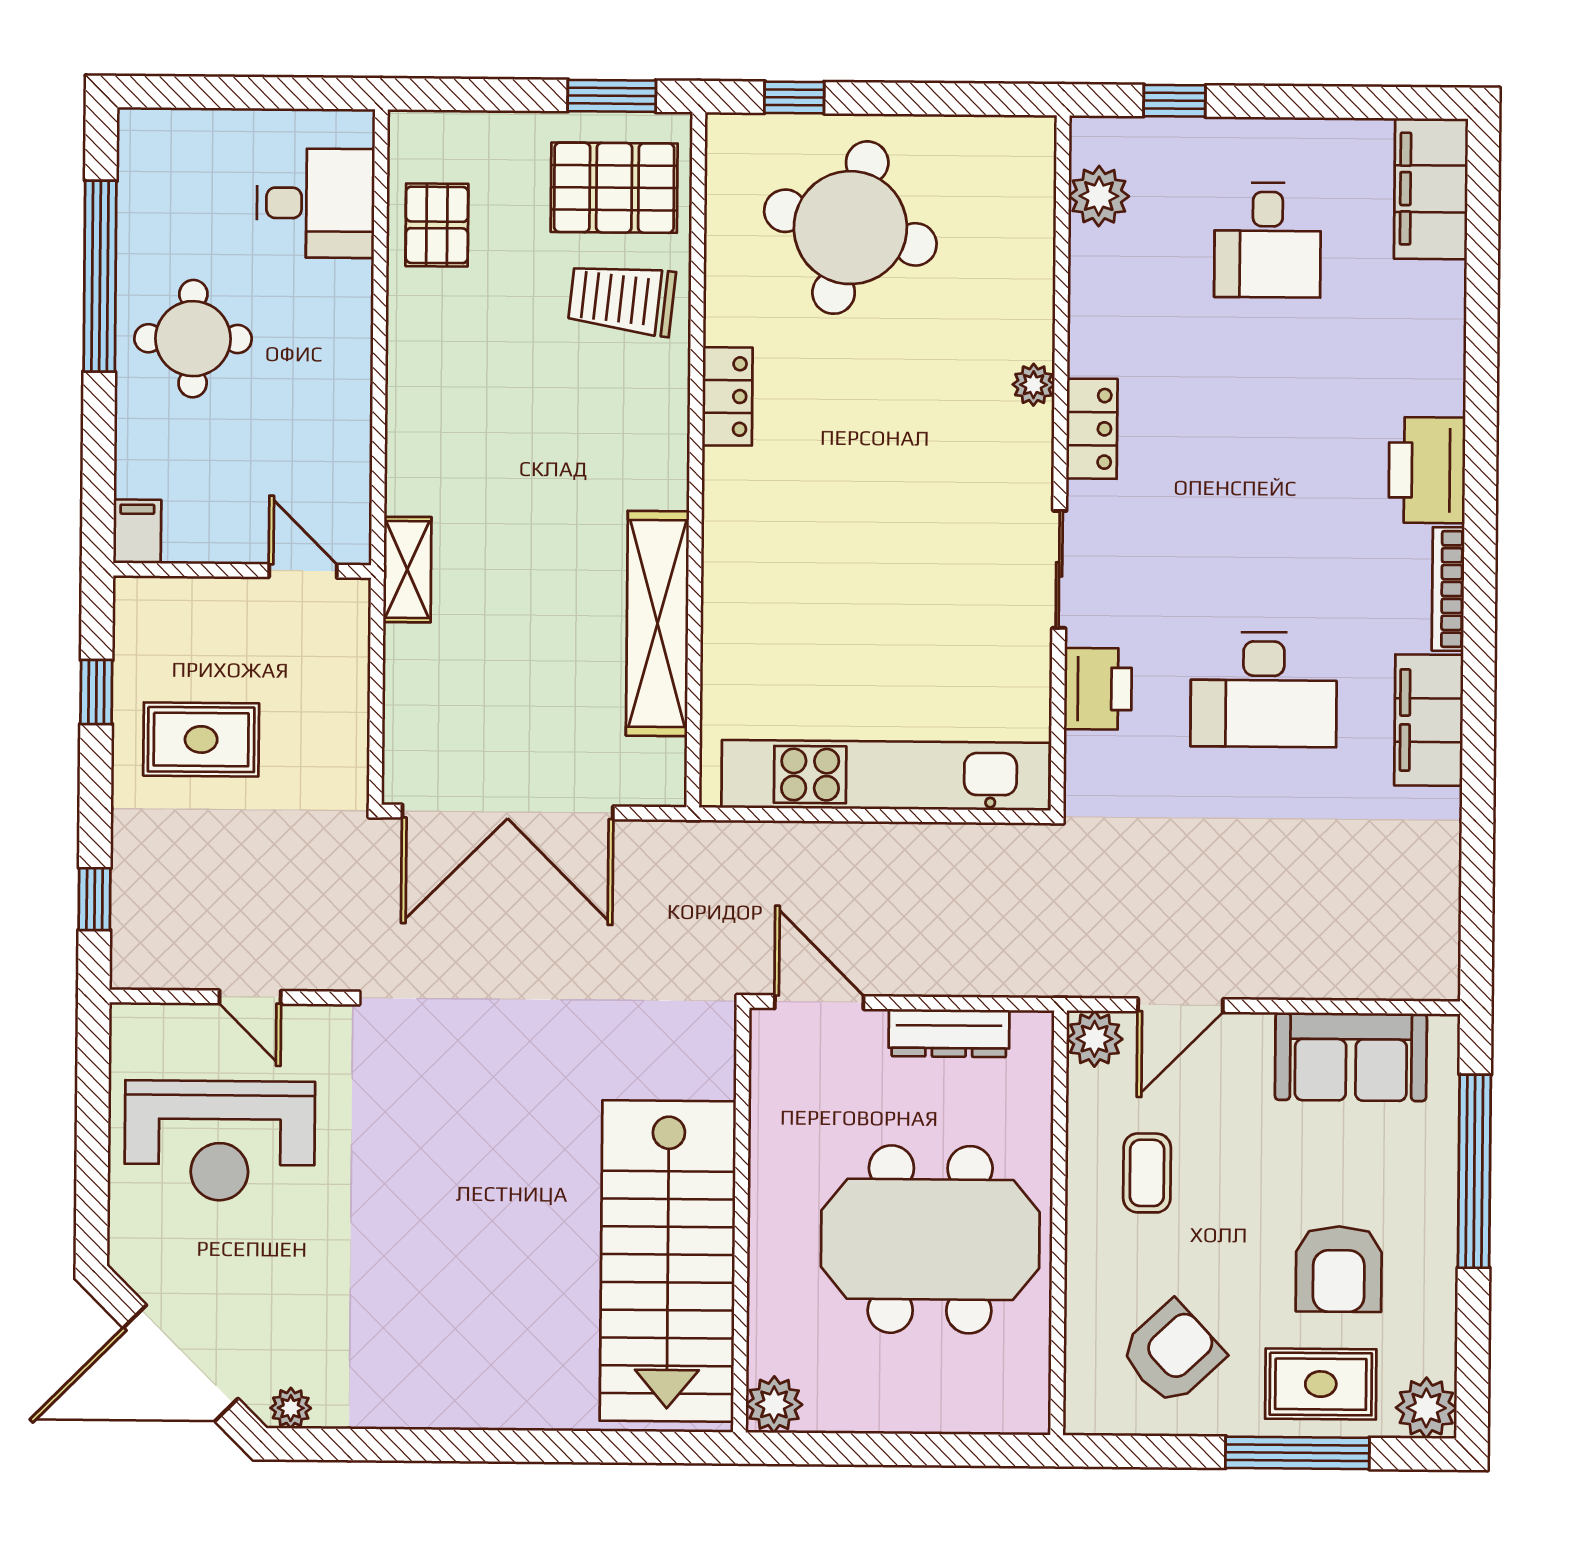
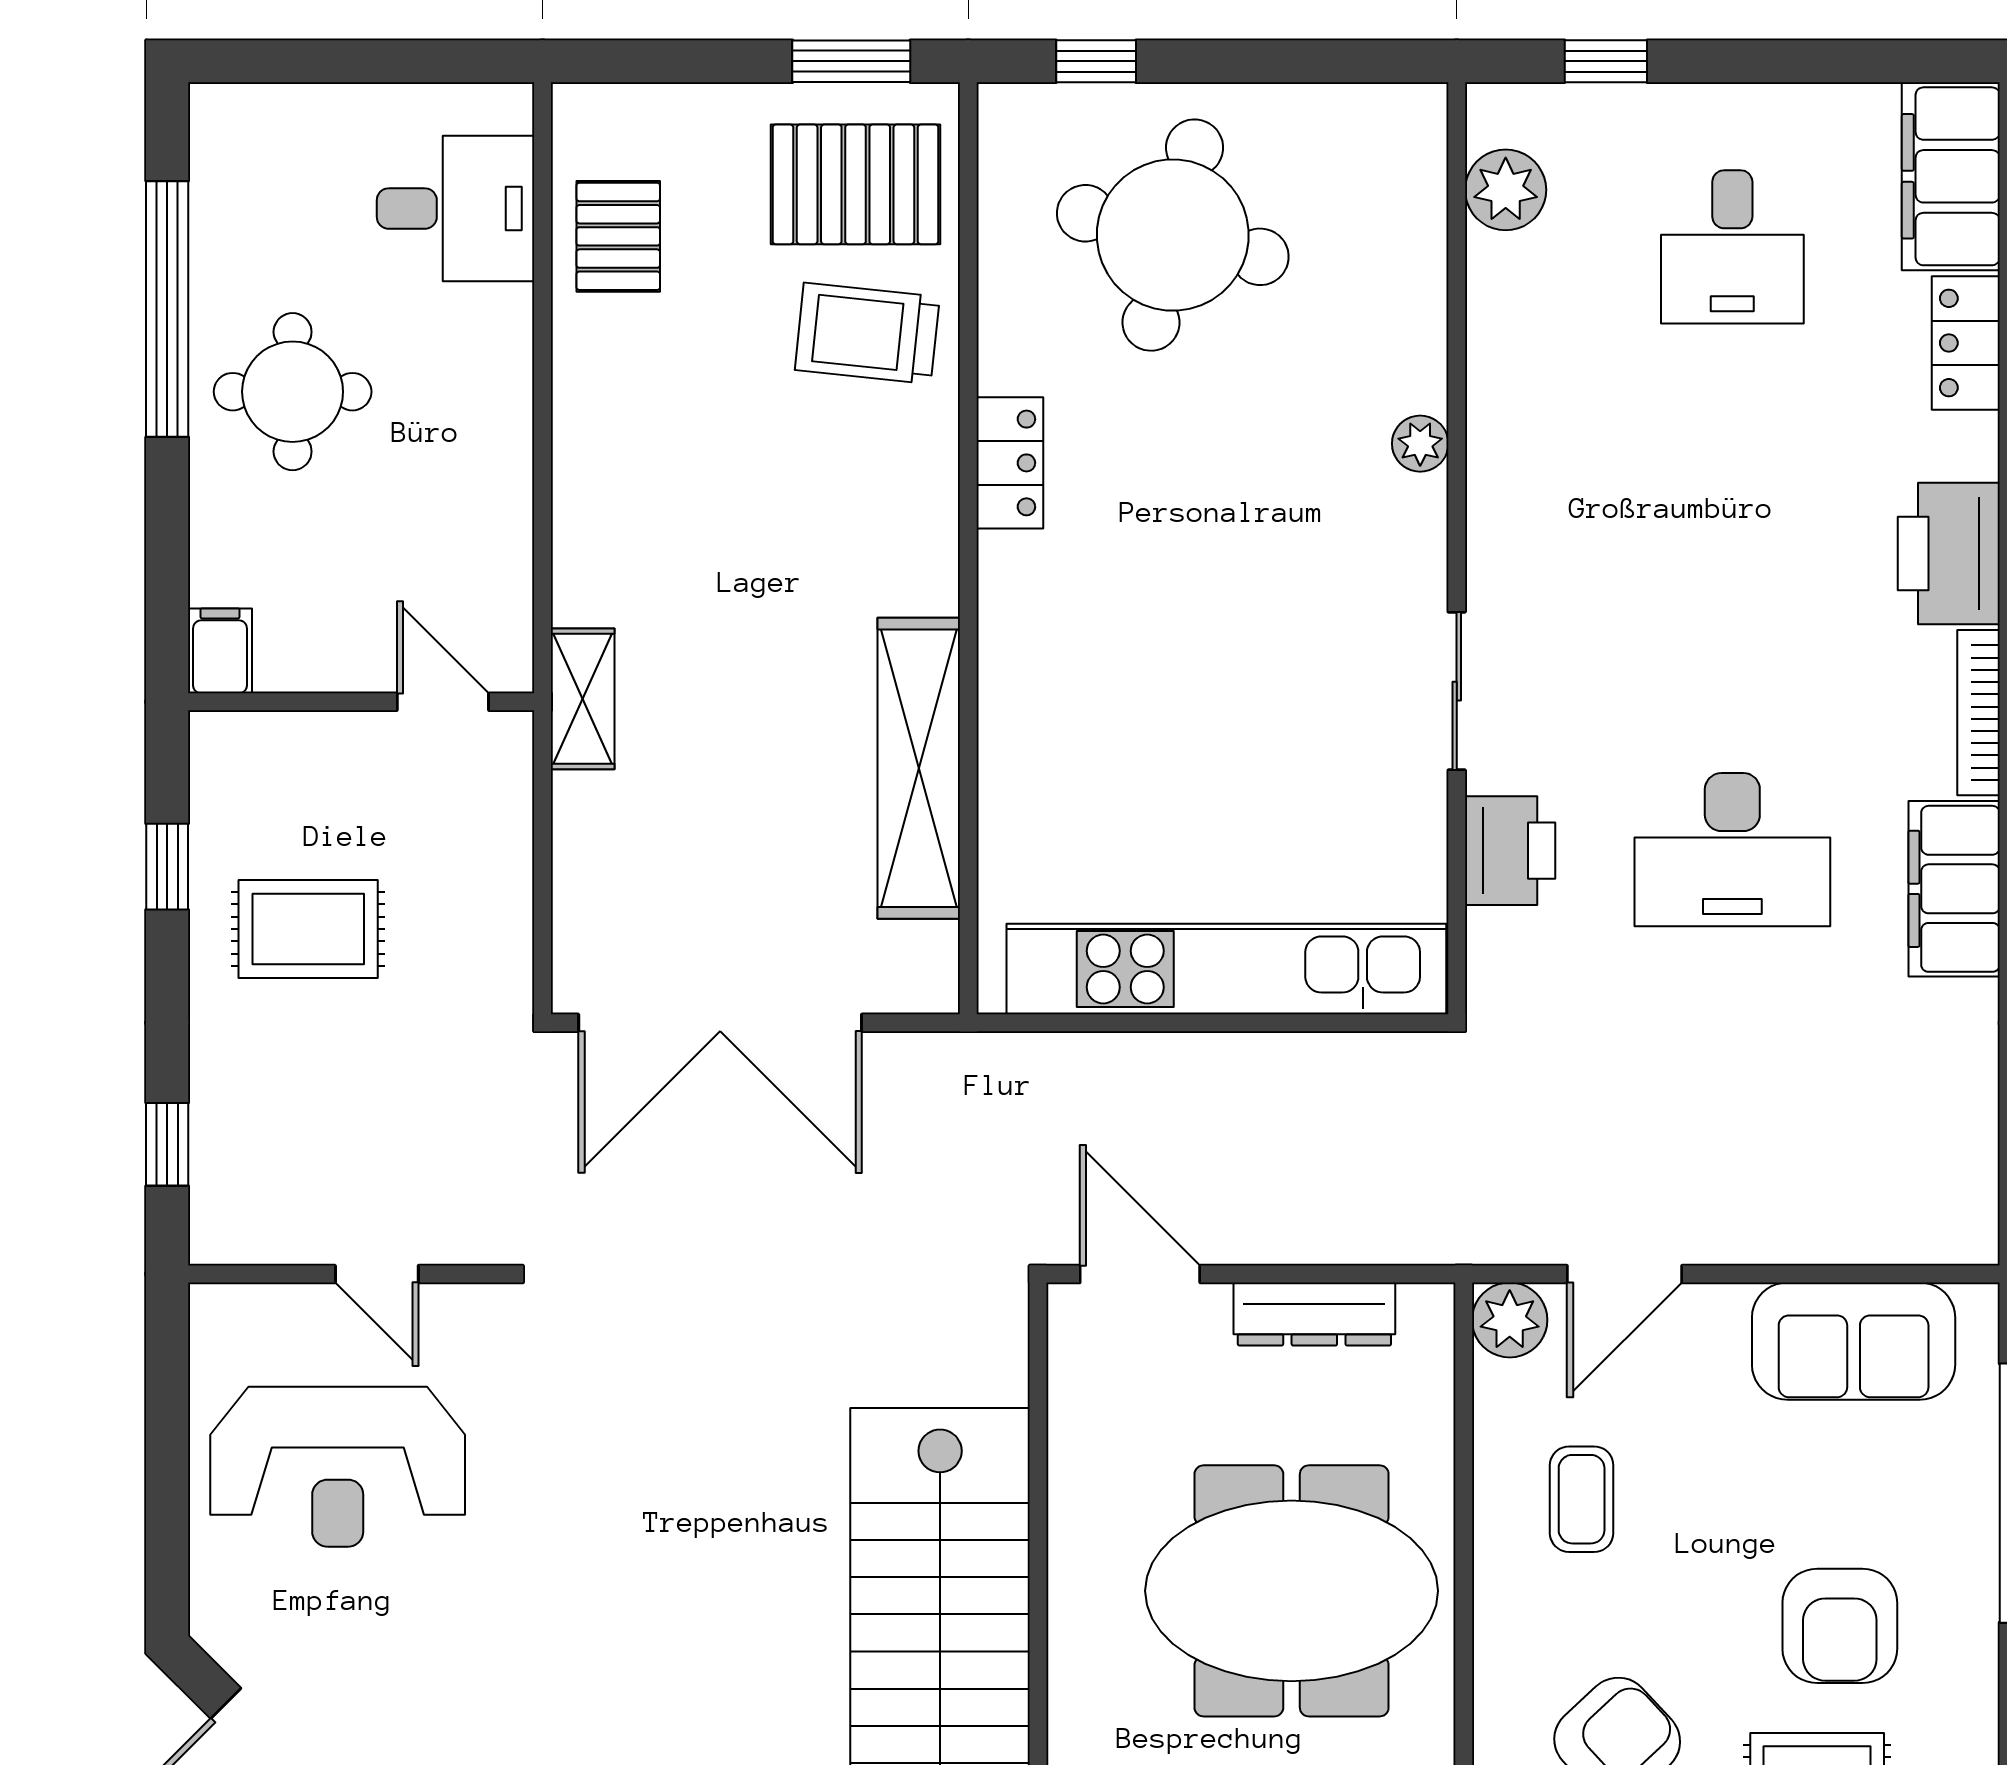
locker: (1092, 429) -> (1966, 343), moved, turned 180

